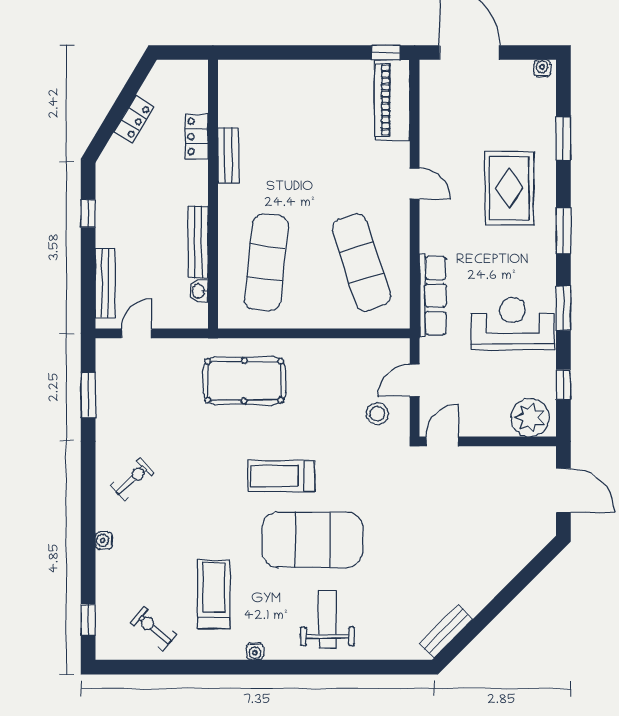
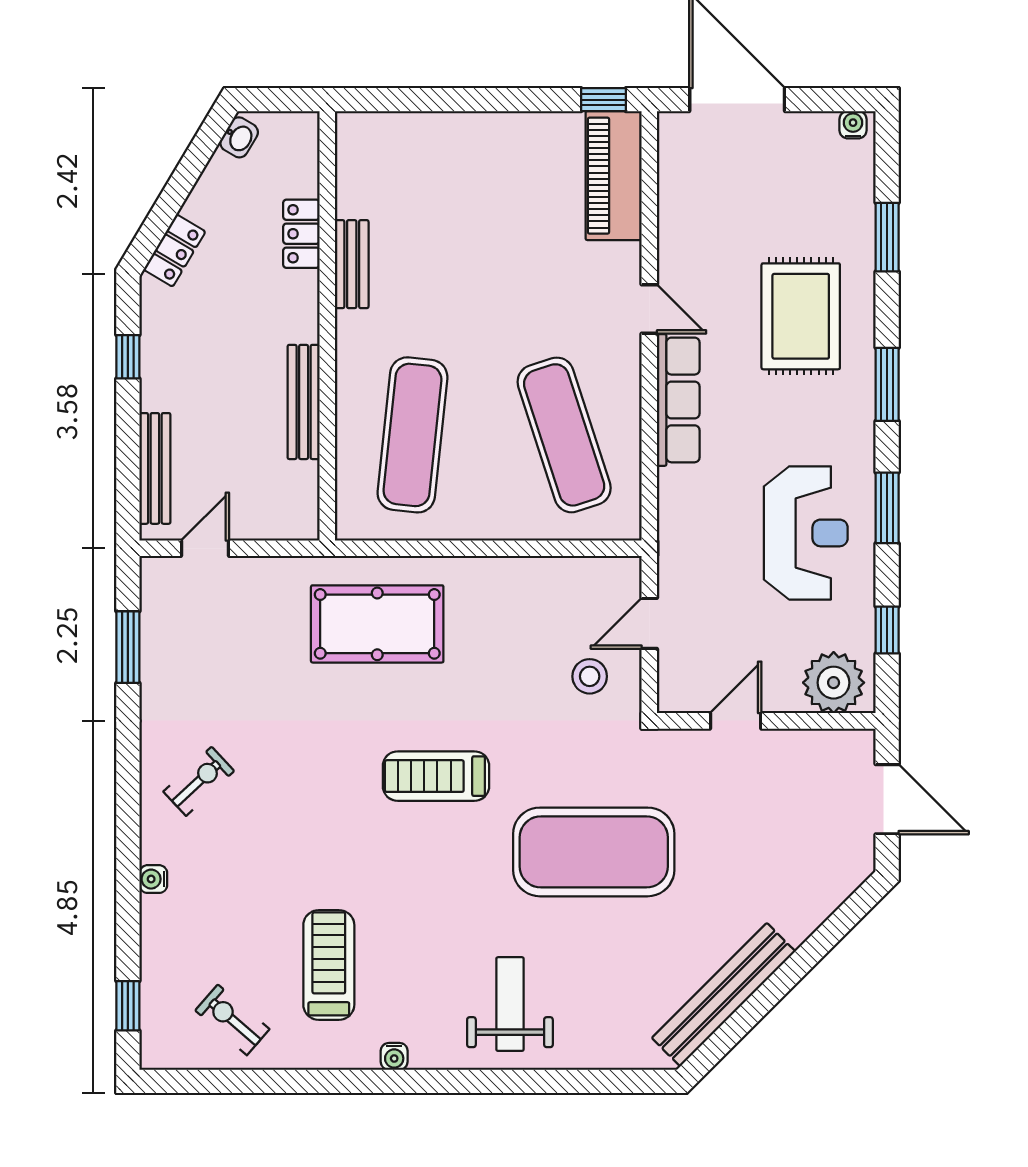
locker: (134, 119) -> (174, 251), moved
washbasin: (199, 291) -> (239, 137), moved, turned -149
row of seats: (433, 295) -> (678, 400), moved
reception desk: (513, 324) -> (806, 533), turned 90
door: (442, 441) -> (736, 721), moved
exercise mat: (312, 540) -> (594, 852), moved
bench: (446, 631) -> (724, 995), width x1.86, depth x1.21

